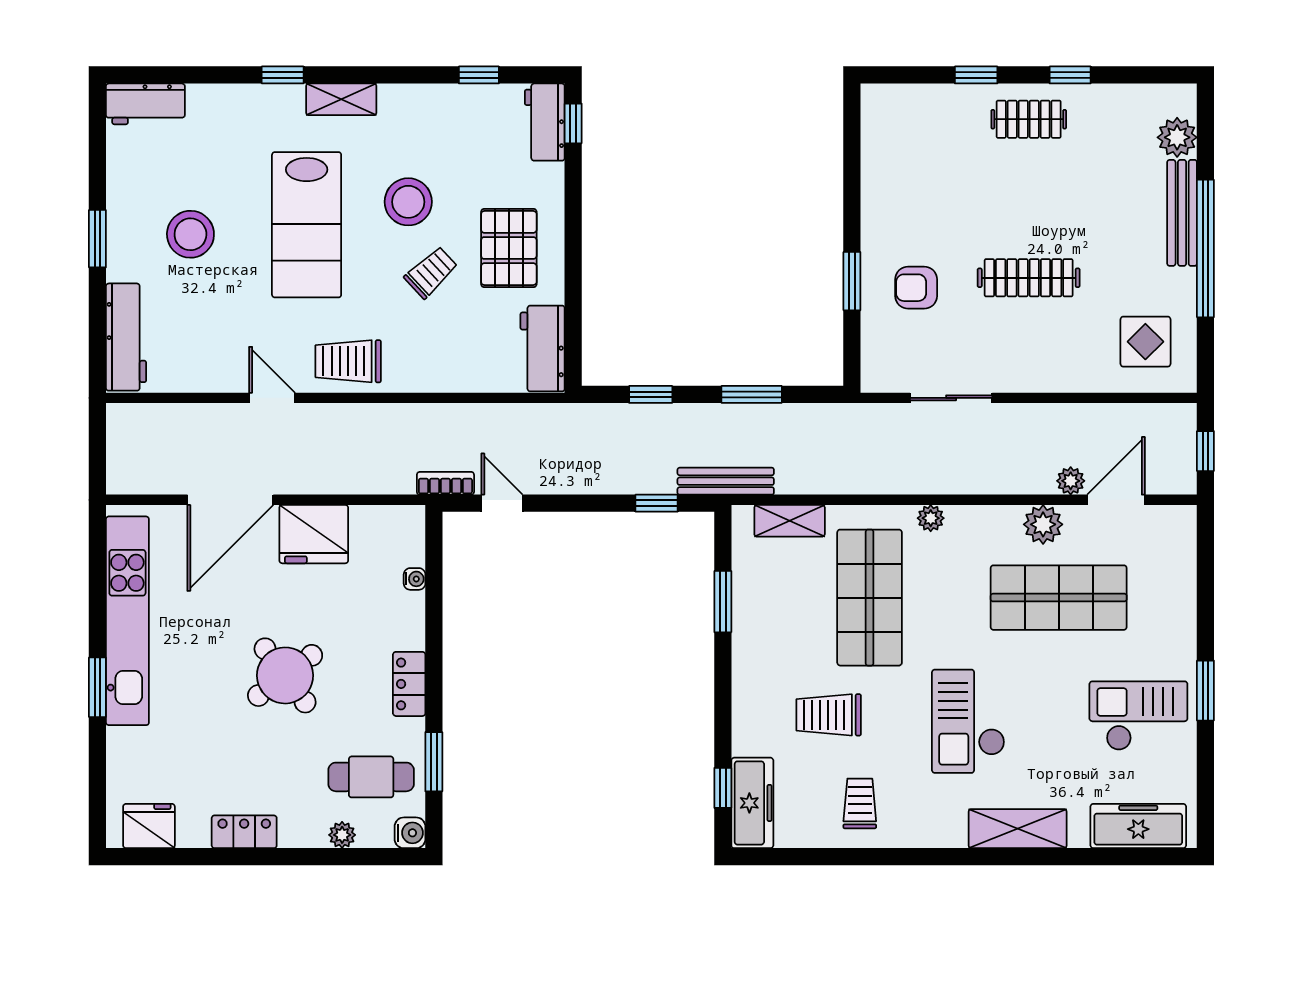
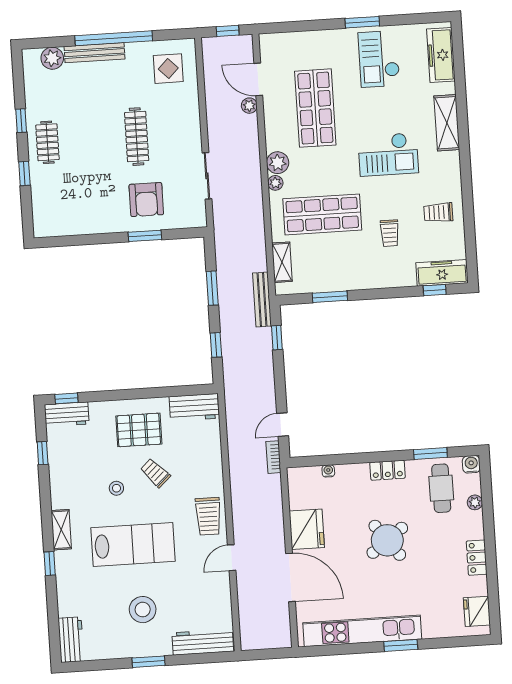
stool: (408, 202) -> (116, 488), width x0.53, depth x0.53
armchair: (916, 288) -> (146, 200), width x1.38, depth x1.38
plant: (1043, 524) -> (278, 163), moved
trolley: (829, 715) -> (390, 233), width x0.73, depth x0.72

